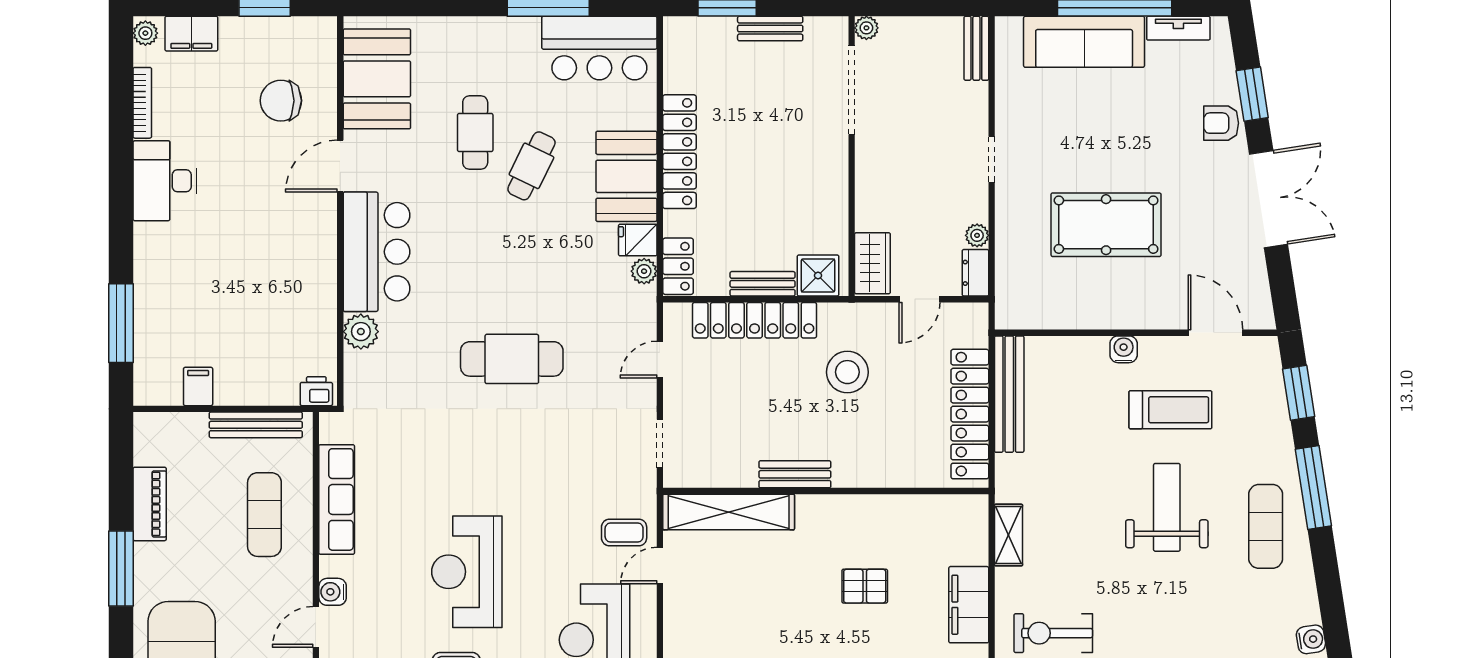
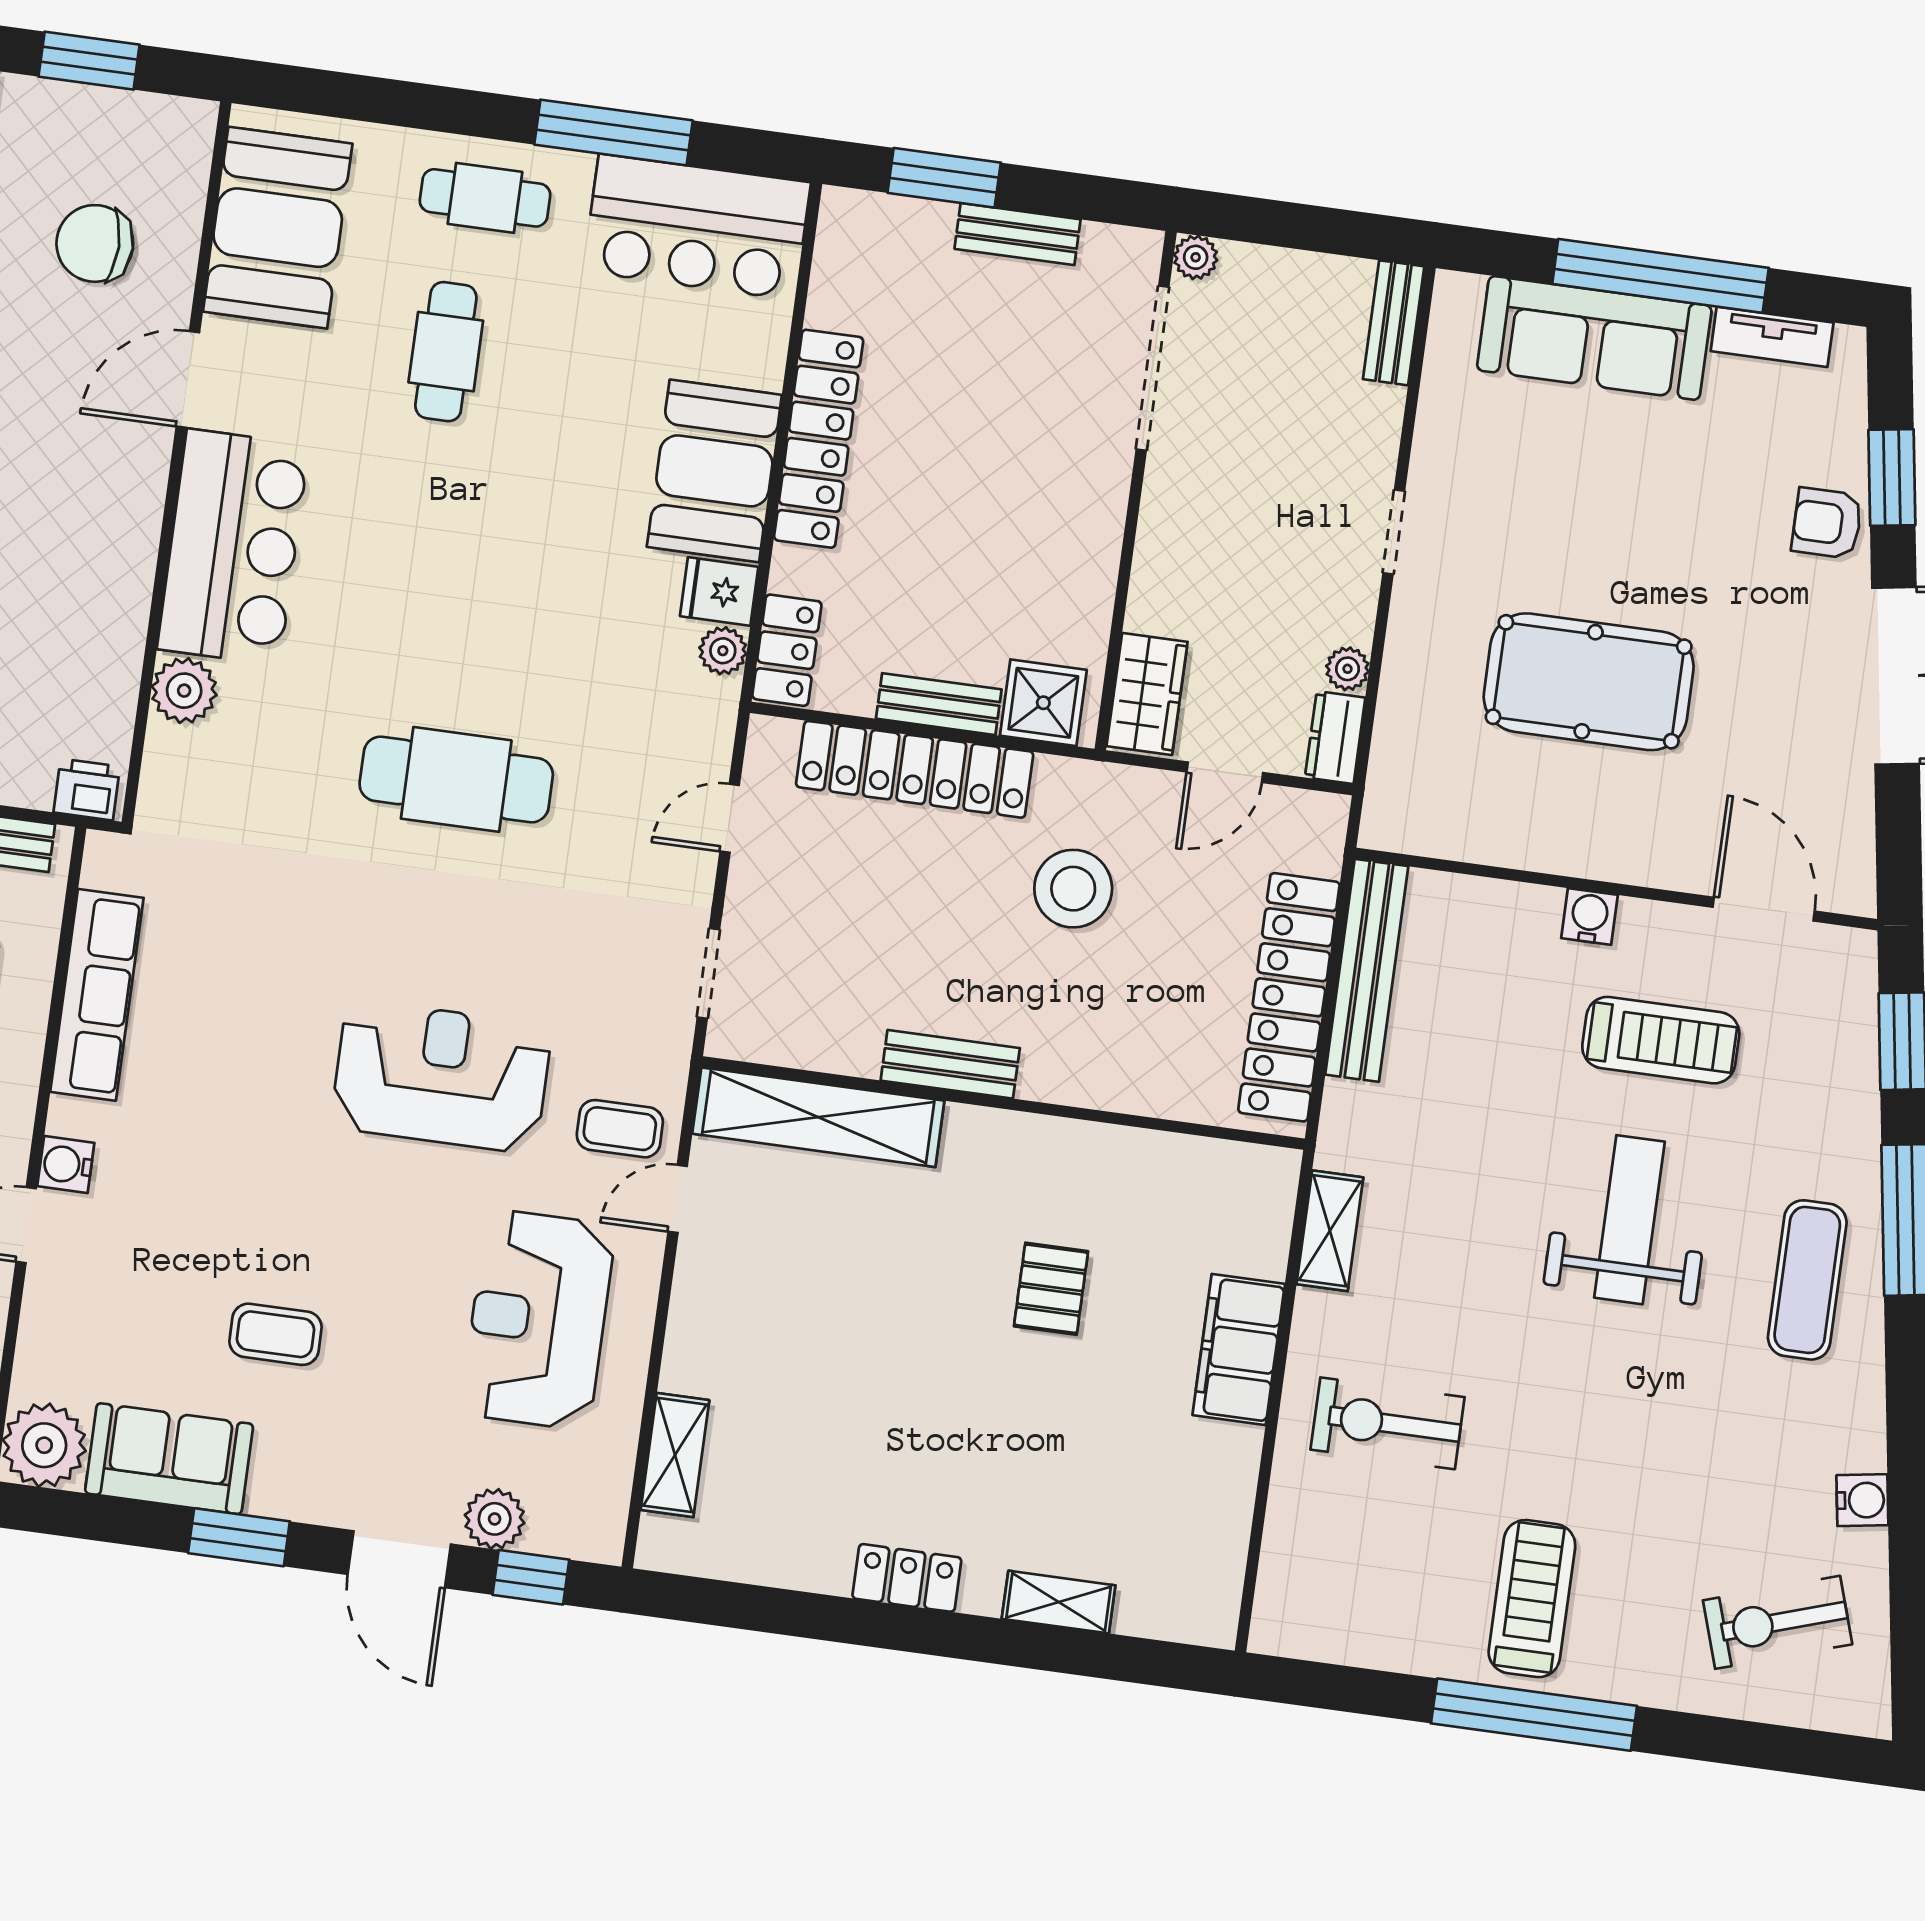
cafe table: (531, 166) -> (485, 198), moved, turned 64
reception desk: (467, 572) -> (441, 1076), moved, turned 90
pallet: (865, 586) -> (1051, 1289), turned 90

